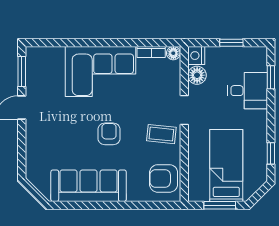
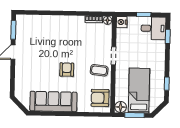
corner sofa: (101, 72) -> (62, 31), removed
floor lamp: (197, 75) -> (121, 107), moved
desk: (248, 91) -> (153, 28), moved

